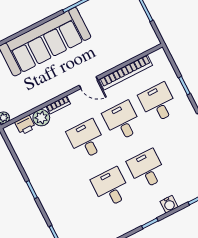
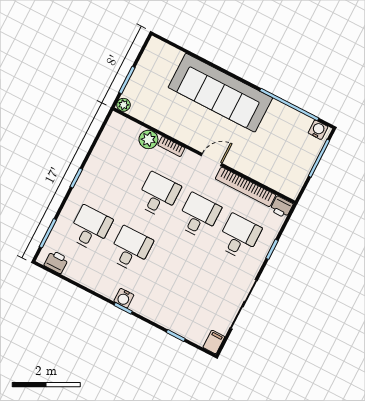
door: (88, 83) -> (212, 160), swing flipped
printer: (25, 125) -> (282, 207), moved
desk: (147, 169) -> (90, 228), moved
water cooler: (169, 204) -> (124, 298), moved

